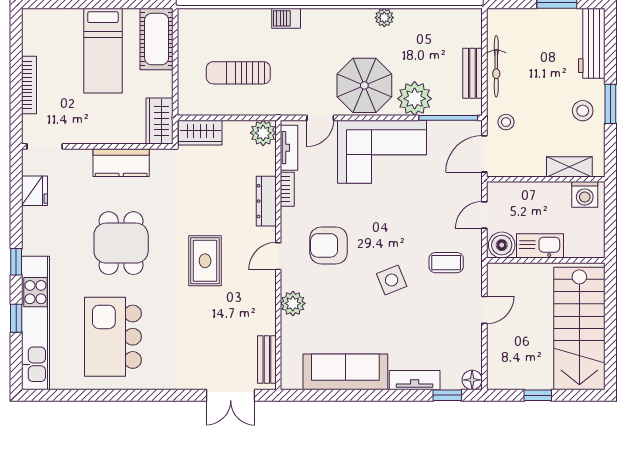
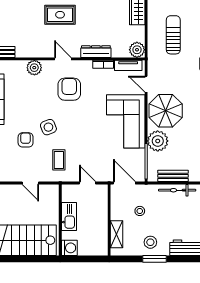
stool: (506, 122) -> (140, 211), moved
washing machine: (585, 194) -> (69, 248), moved, turned 180
boiler: (502, 245) -> (69, 193), removed
armchair: (413, 318) -> (26, 140), added

